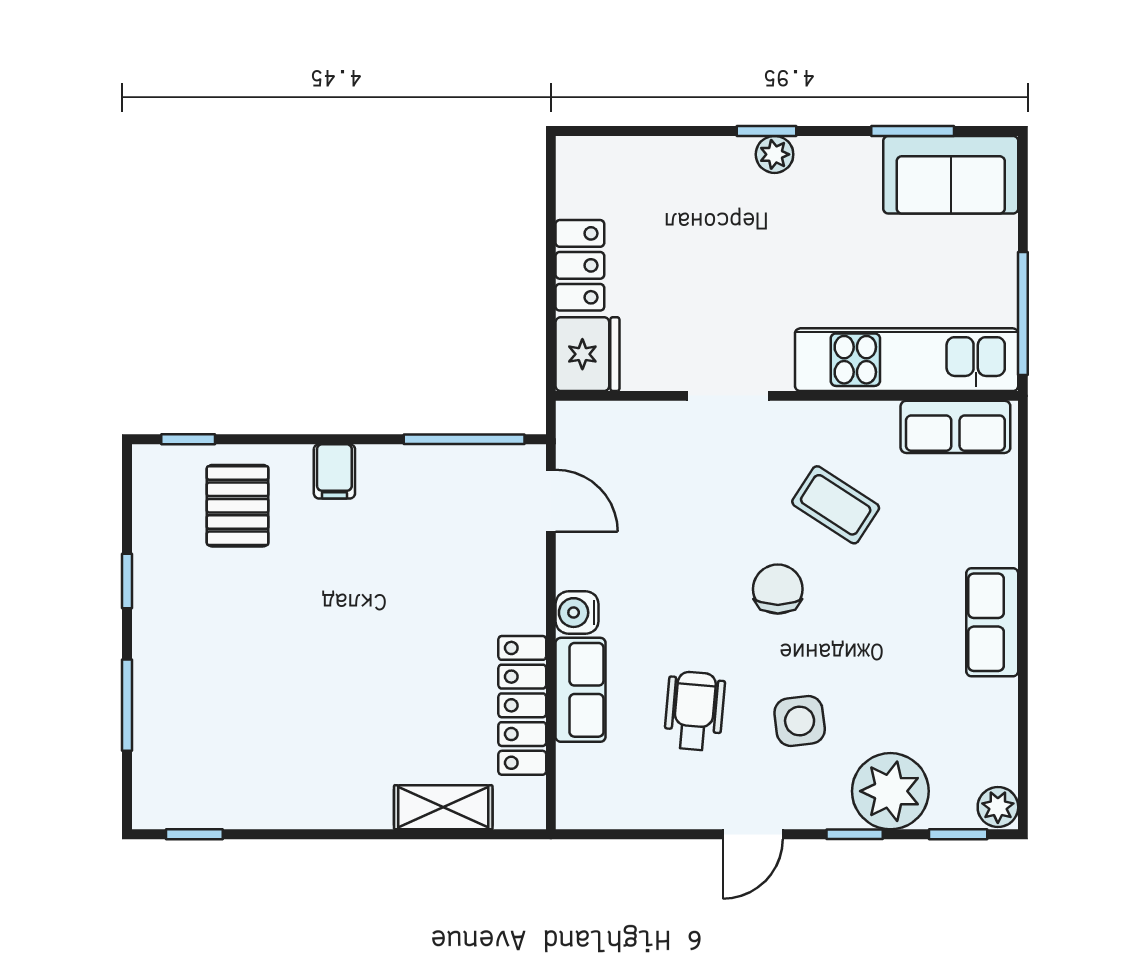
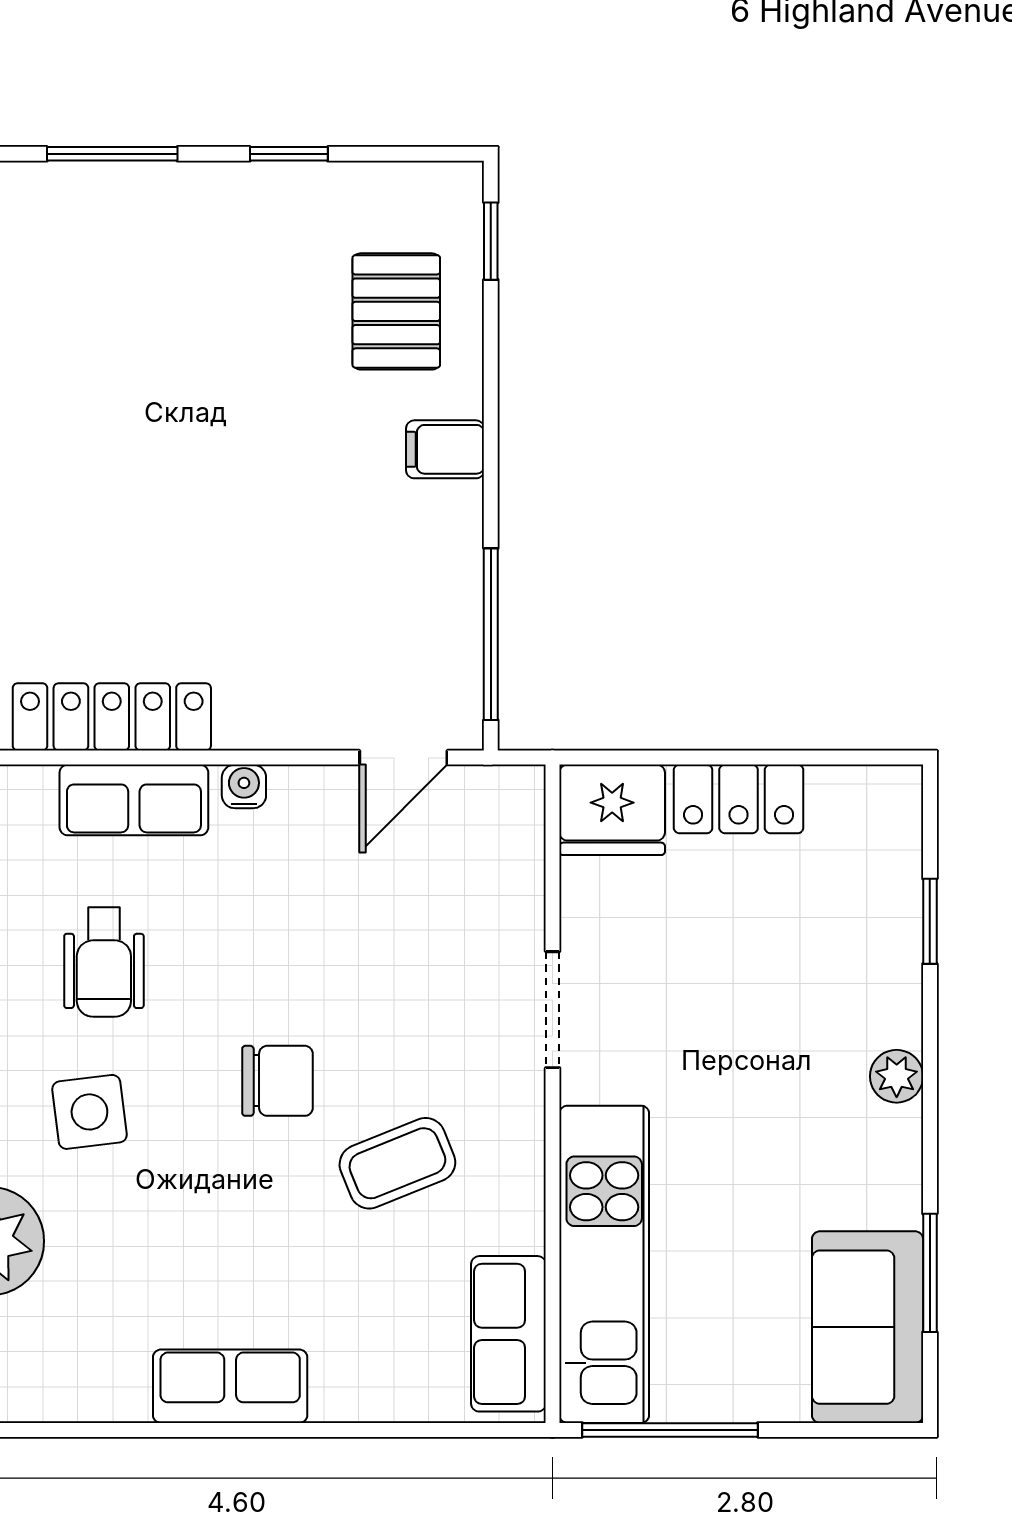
window: (766, 131) -> (930, 921), moved
coffee table: (836, 505) -> (397, 1163), turned 35
pallet: (238, 506) -> (396, 311), turned 90
water cooler: (577, 613) -> (244, 786), width x0.72, depth x0.72
wheelchair: (694, 711) -> (104, 962), turned 85

